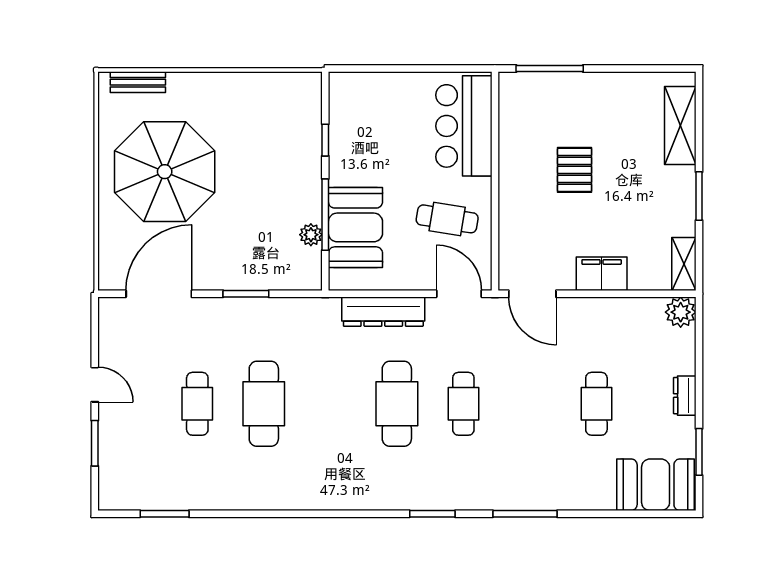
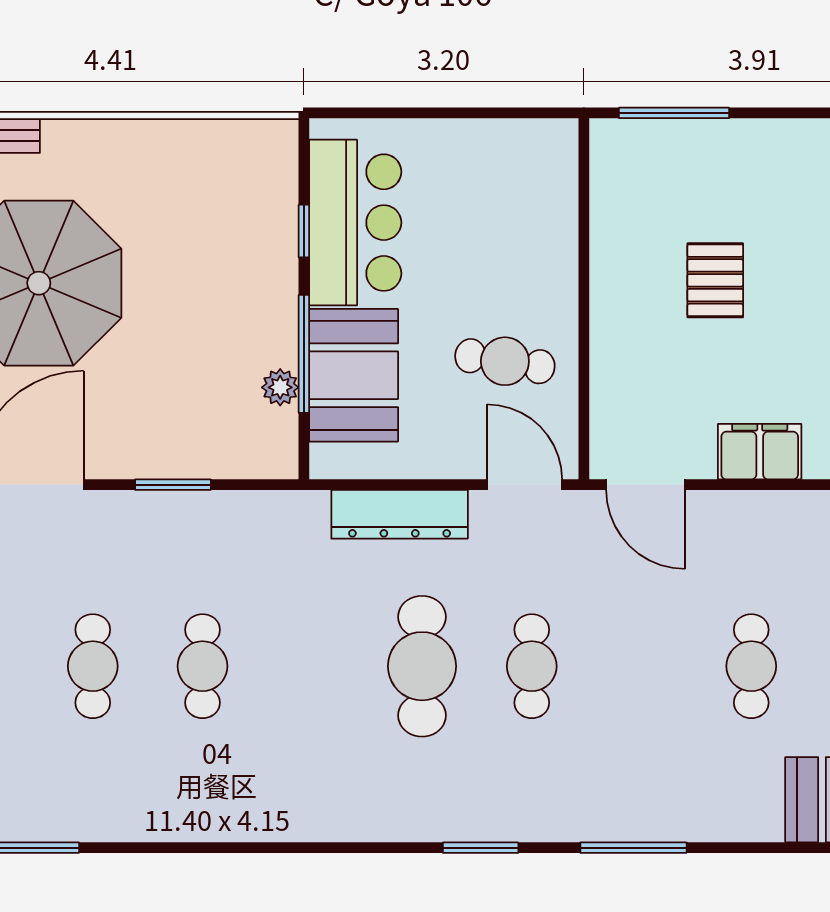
bar counter: (464, 126) -> (355, 223), moved, turned 180
cafe table: (264, 404) -> (202, 666), width x0.73, depth x0.74

